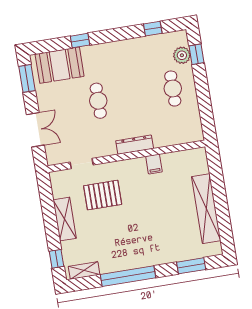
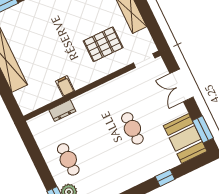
booth: (60, 65) -> (185, 138), moved, turned 90
dresser: (135, 145) -> (62, 111), moved, width x0.70
doorway: (82, 164) -> (144, 61), moved

